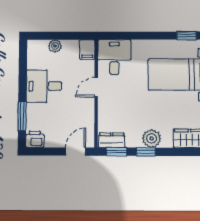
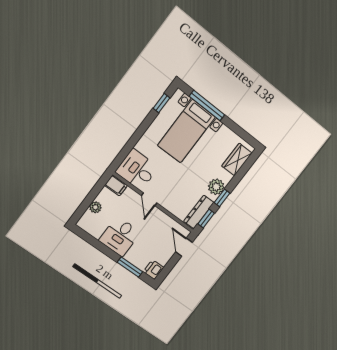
dresser: (112, 140) -> (199, 212), width x1.44

